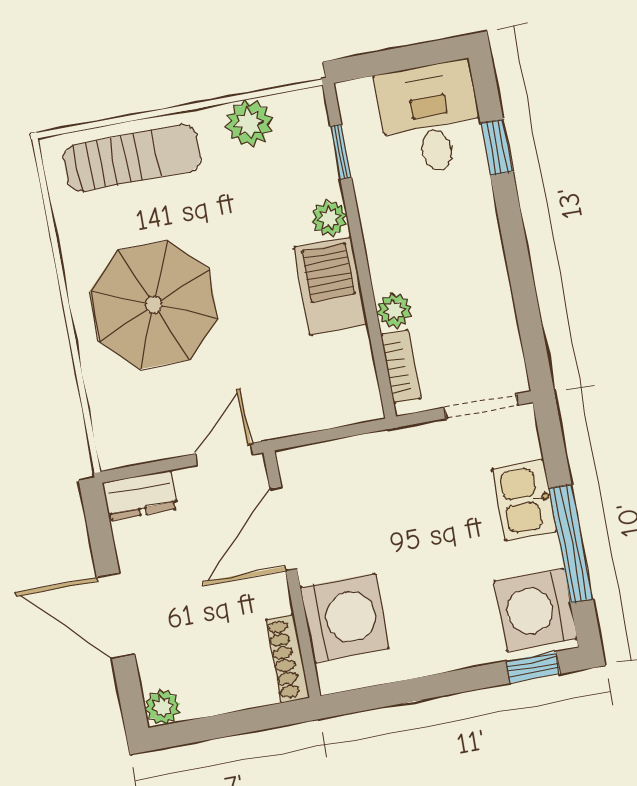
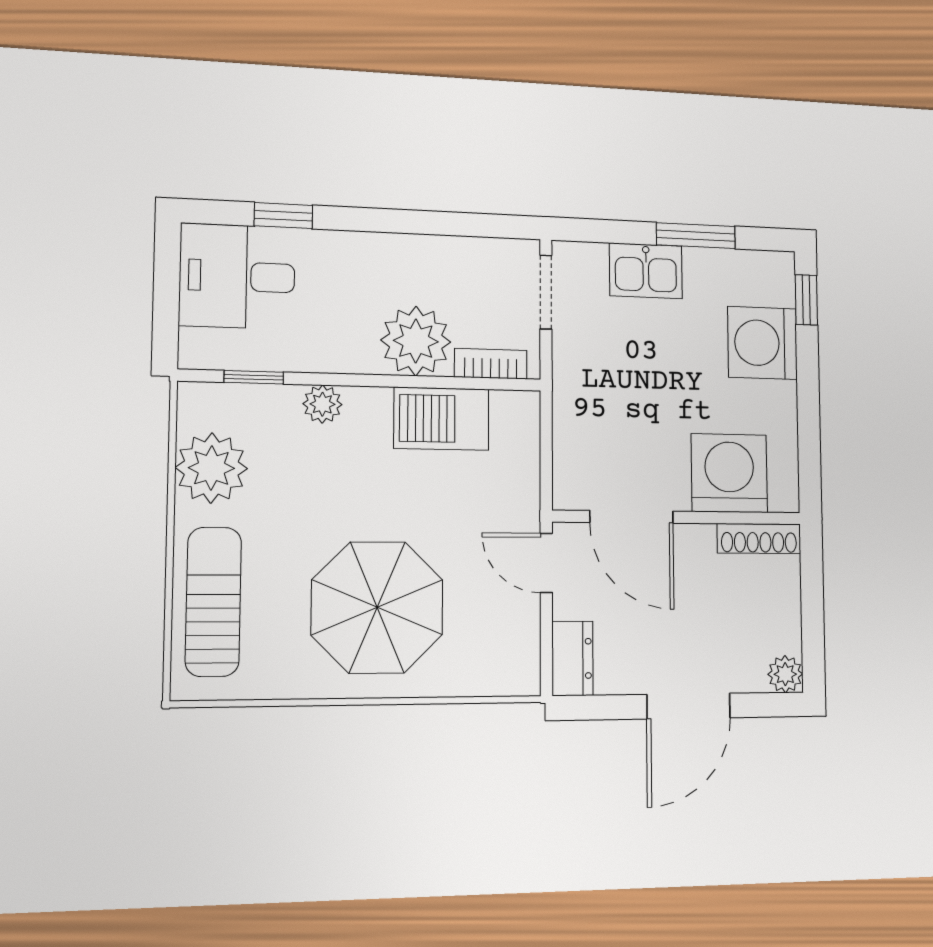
plant: (249, 123) -> (211, 468), width x1.36, depth x1.36
barbecue: (331, 286) -> (441, 419), moved
plant: (394, 310) -> (416, 341), width x1.88, depth x1.88
window: (571, 544) -> (696, 236), width x0.69
washing machine: (536, 610) -> (762, 343), moved, turned 90

